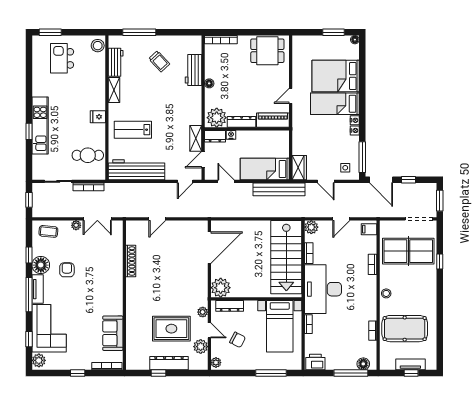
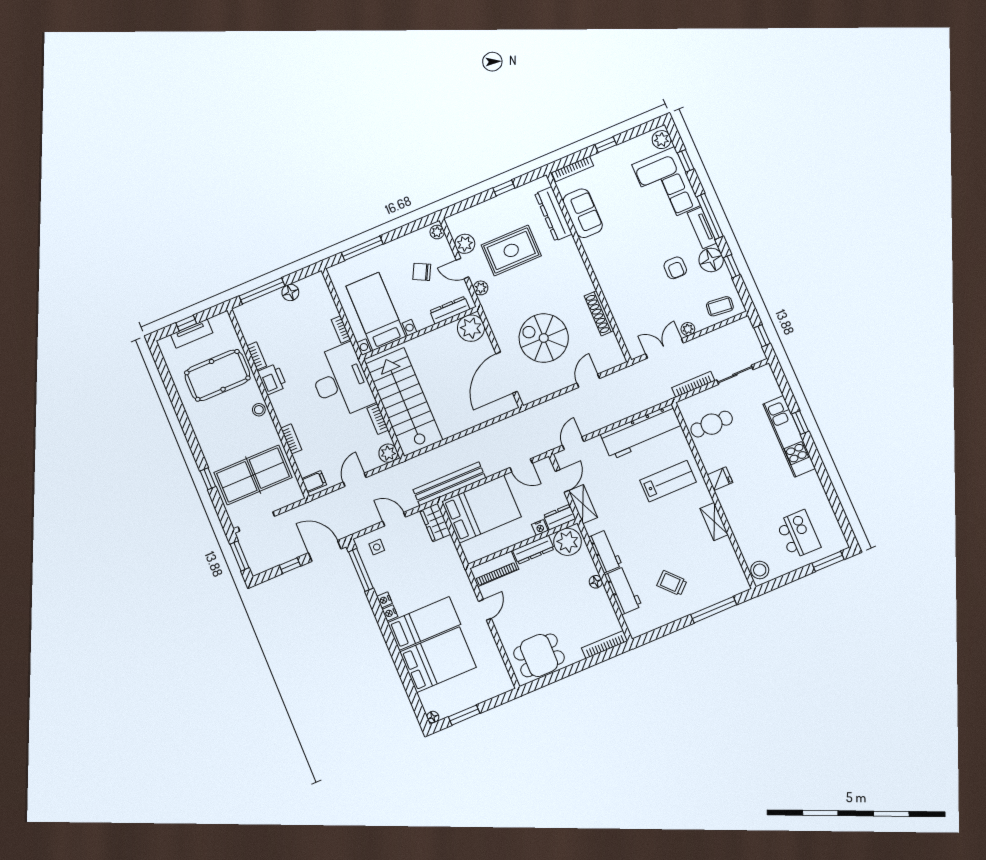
workbench: (116, 62) -> (605, 551), moved, turned 180
bed: (265, 169) -> (481, 509), width x1.50
spiral stairs: (175, 260) -> (544, 338), added
printer: (315, 362) -> (272, 379), moved, turned -90
dresser: (169, 363) -> (553, 214), moved, turned 90
floor lamp: (363, 364) -> (290, 292), moved

